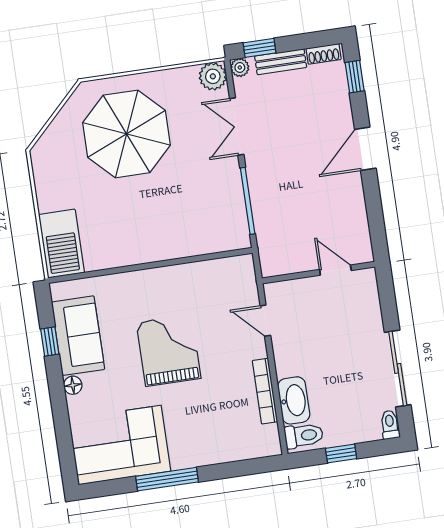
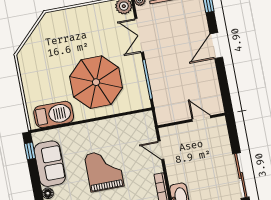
parasol: (127, 134) -> (96, 82), moved
barbecue: (61, 244) -> (54, 114), moved, turned -90
window: (50, 341) -> (30, 151), moved

